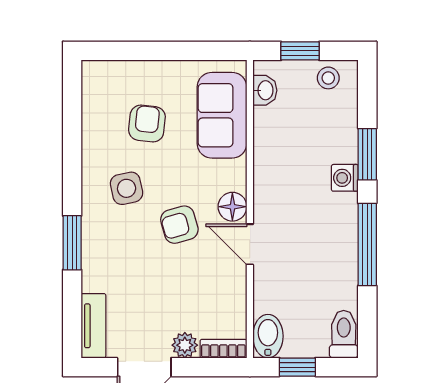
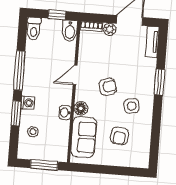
window: (300, 51) -> (44, 165), width x1.50
stool: (328, 78) -> (33, 132), moved
washbasin: (265, 90) -> (65, 112), moved
floor lamp: (232, 207) -> (81, 108), moved
door: (250, 244) -> (75, 75), swing flipped

